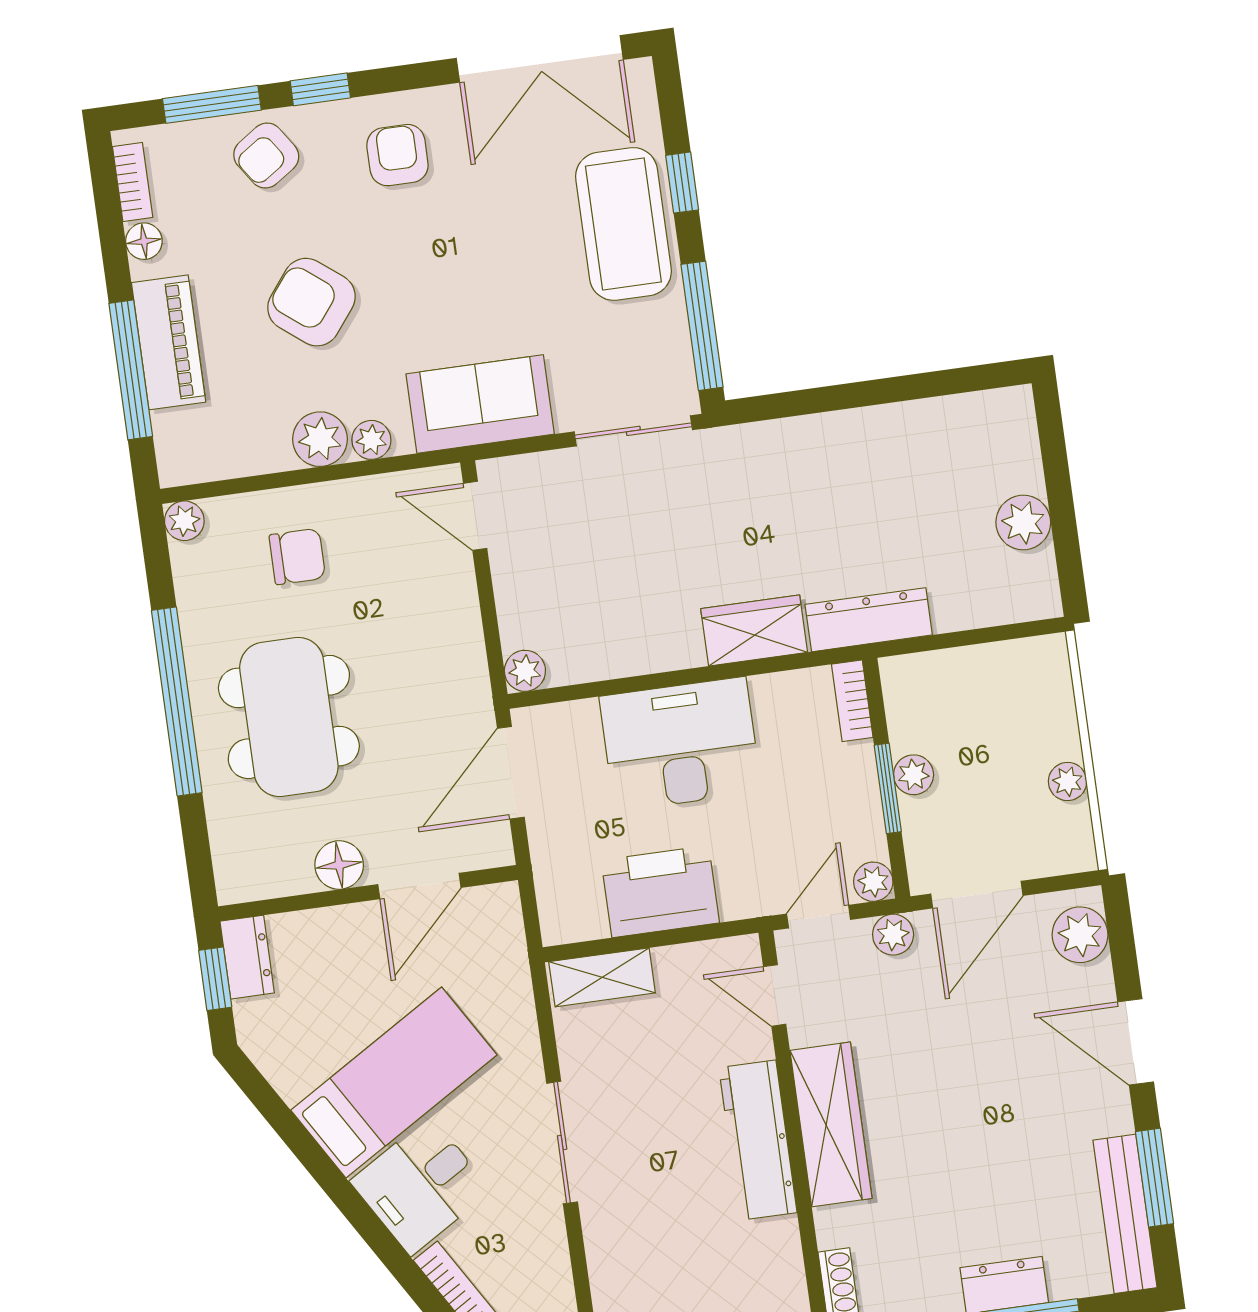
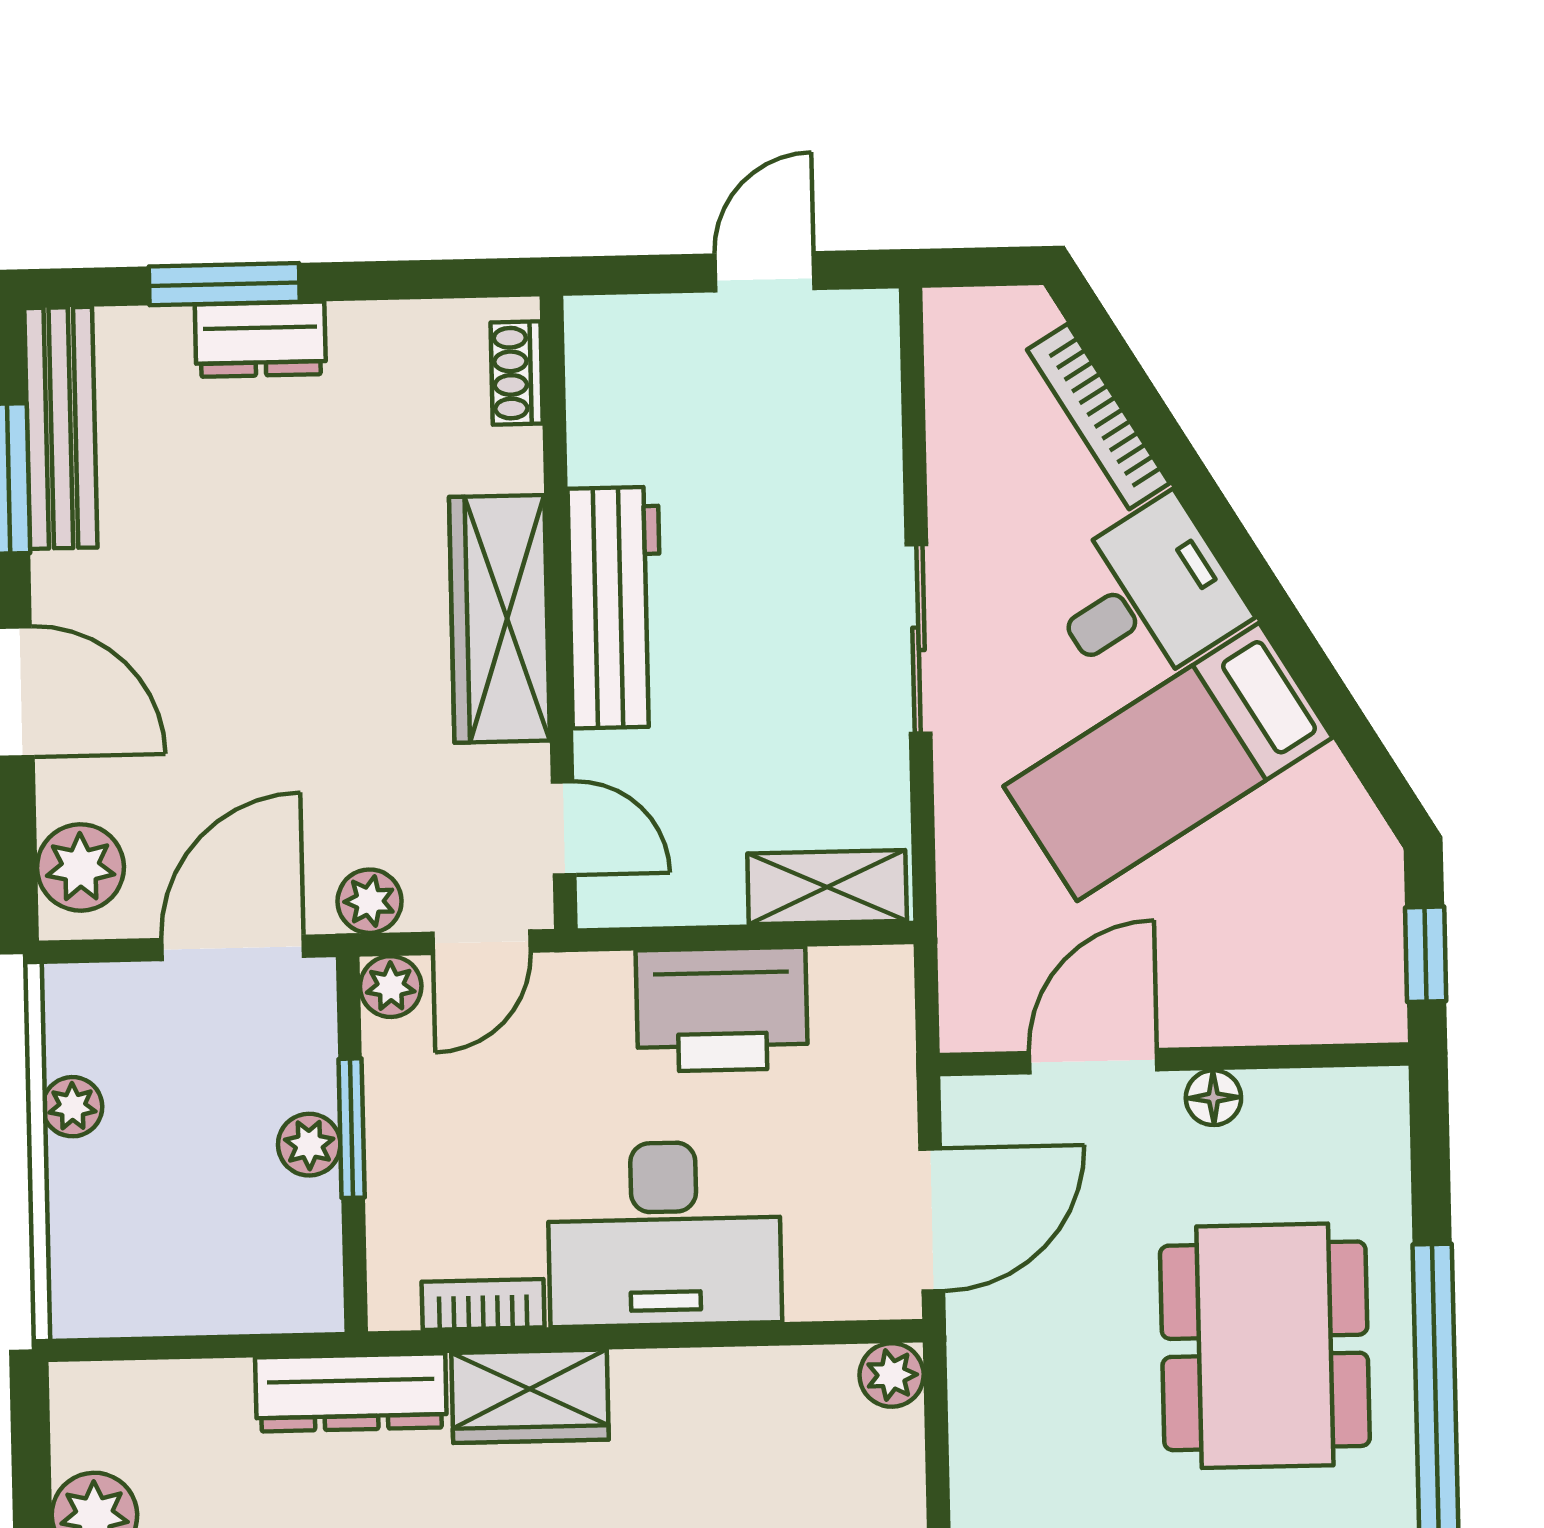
bookcase: (852, 701) -> (483, 1304), moved, turned -90
floor lamp: (339, 865) -> (1213, 1098), width x0.73, depth x0.73
dresser: (247, 957) -> (1372, 982), removed

